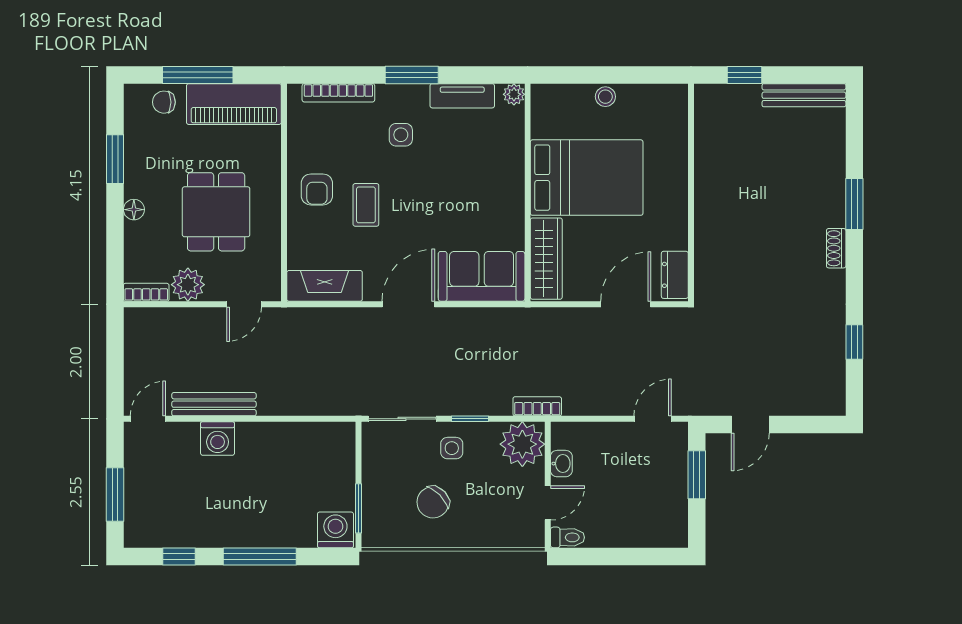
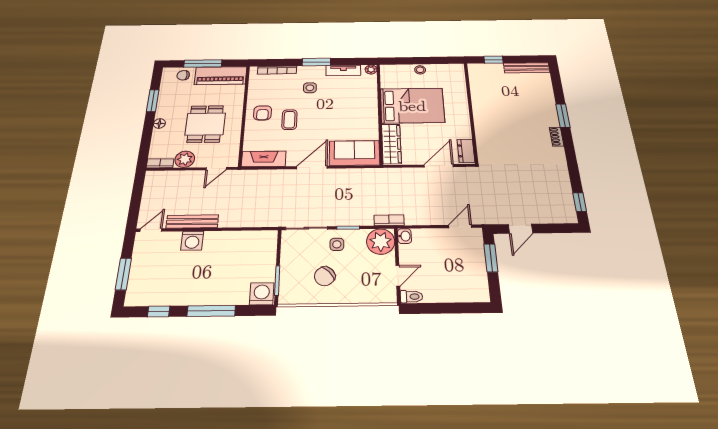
window: (854, 342) -> (580, 202), moved
washbasin: (561, 464) -> (405, 236), moved

